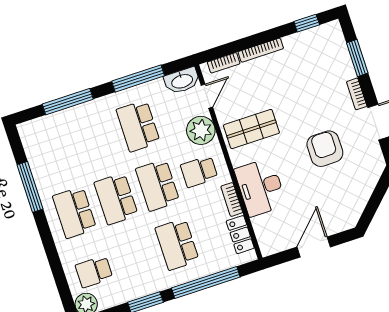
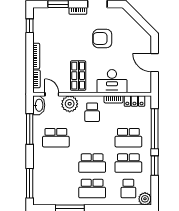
window: (68, 102) -> (30, 183), moved
school desk: (158, 185) -> (128, 163), moved

